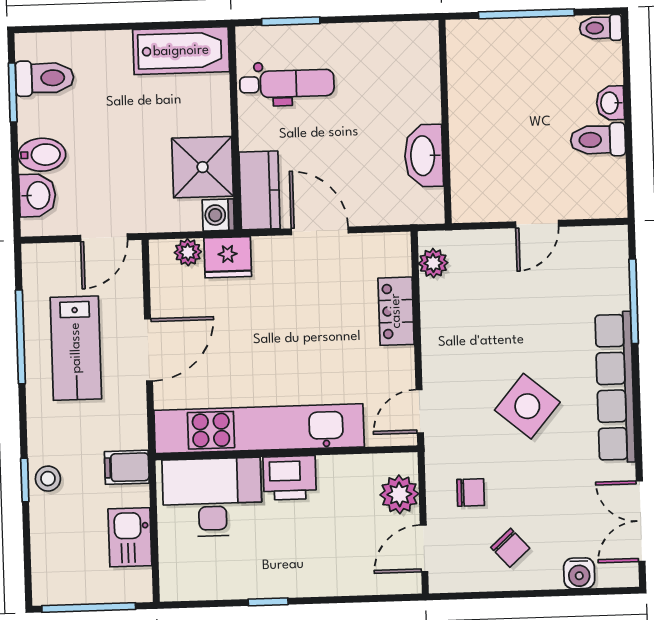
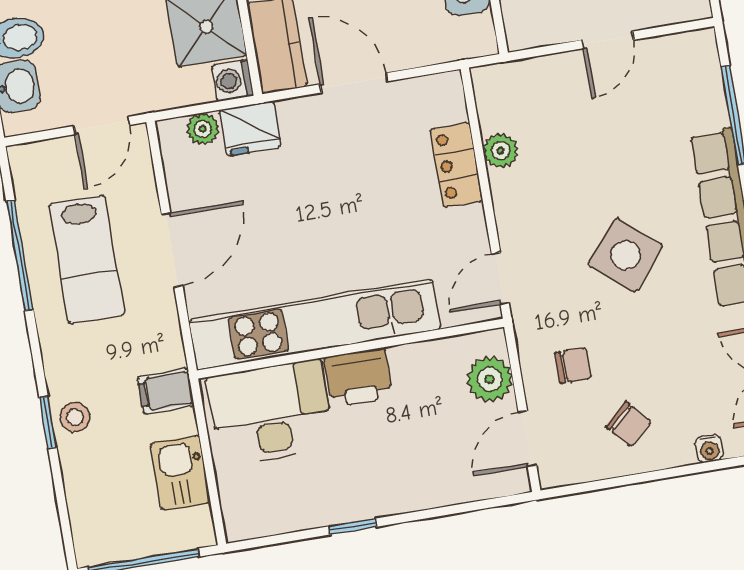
plant: (433, 263) -> (501, 151), moved
water cooler: (579, 573) -> (709, 449), width x0.72, depth x0.72

